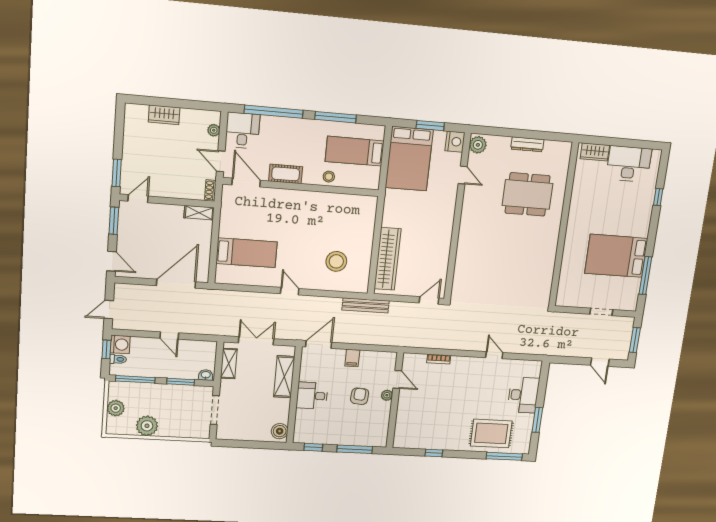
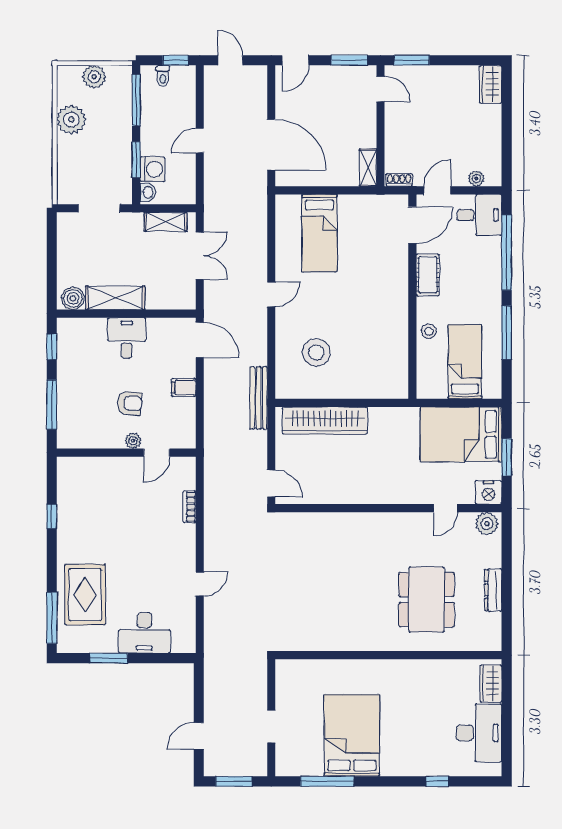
wardrobe: (164, 115) -> (491, 84), moved
washing machine: (120, 344) -> (153, 169), moved, turned -90
shelving: (284, 377) -> (115, 298), moved

